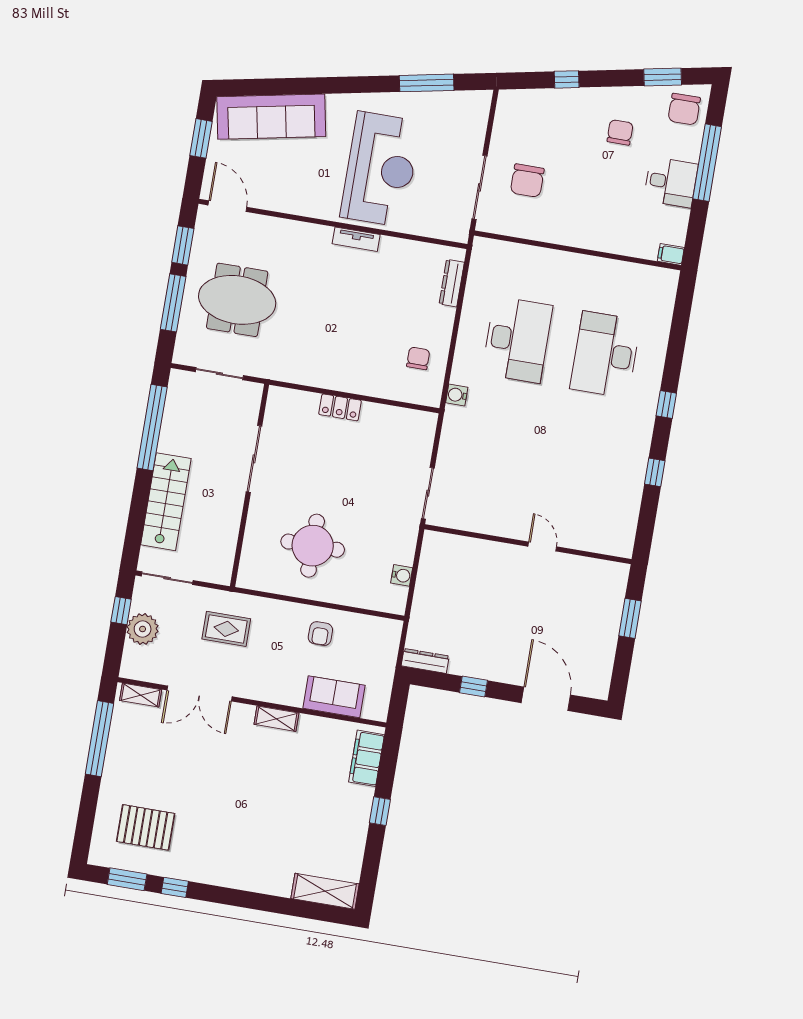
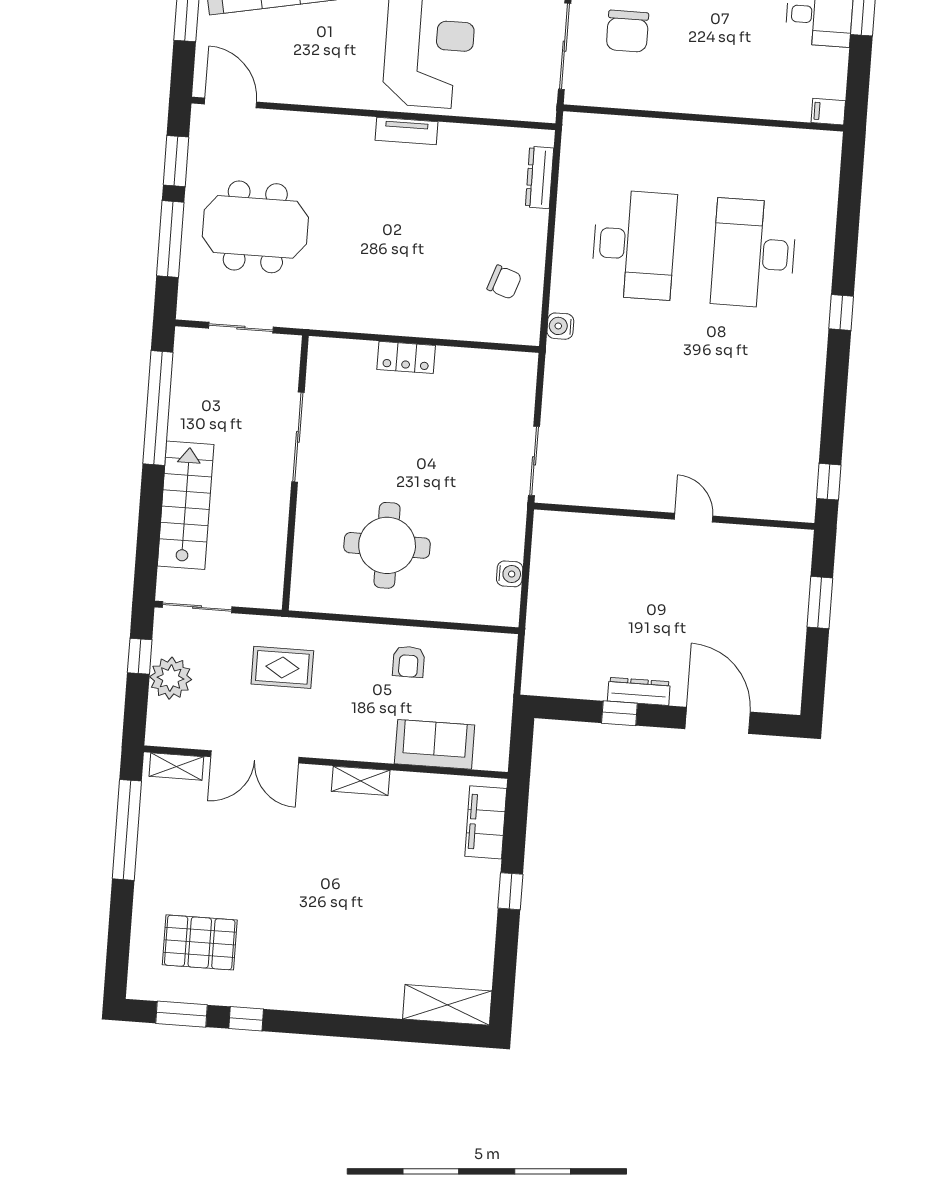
chair: (418, 358) -> (504, 282), turned 109
window: (655, 472) -> (829, 482), moved
dresser: (425, 661) -> (639, 691), moved

